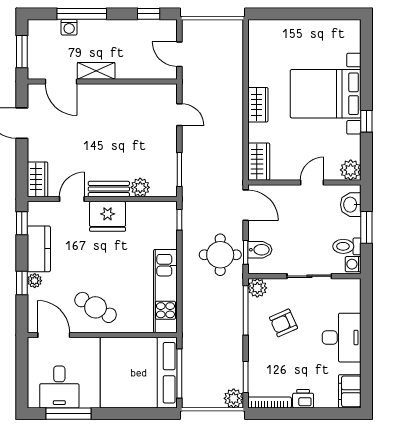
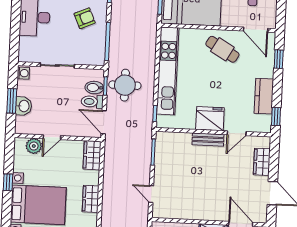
plant: (351, 170) -> (34, 146), moved
wardrobe: (37, 179) -> (262, 162), moved
plant: (140, 187) -> (184, 140), removed
washbasin: (351, 205) -> (24, 106), moved
toilet: (347, 246) -> (92, 102), moved, turned 180
plant: (35, 281) -> (268, 72), removed
window: (22, 283) -> (279, 59), moved
plant: (257, 288) -> (98, 58), removed
kitchen unit: (165, 291) -> (168, 71), width x1.36
armchair: (283, 323) -> (85, 18), moved

